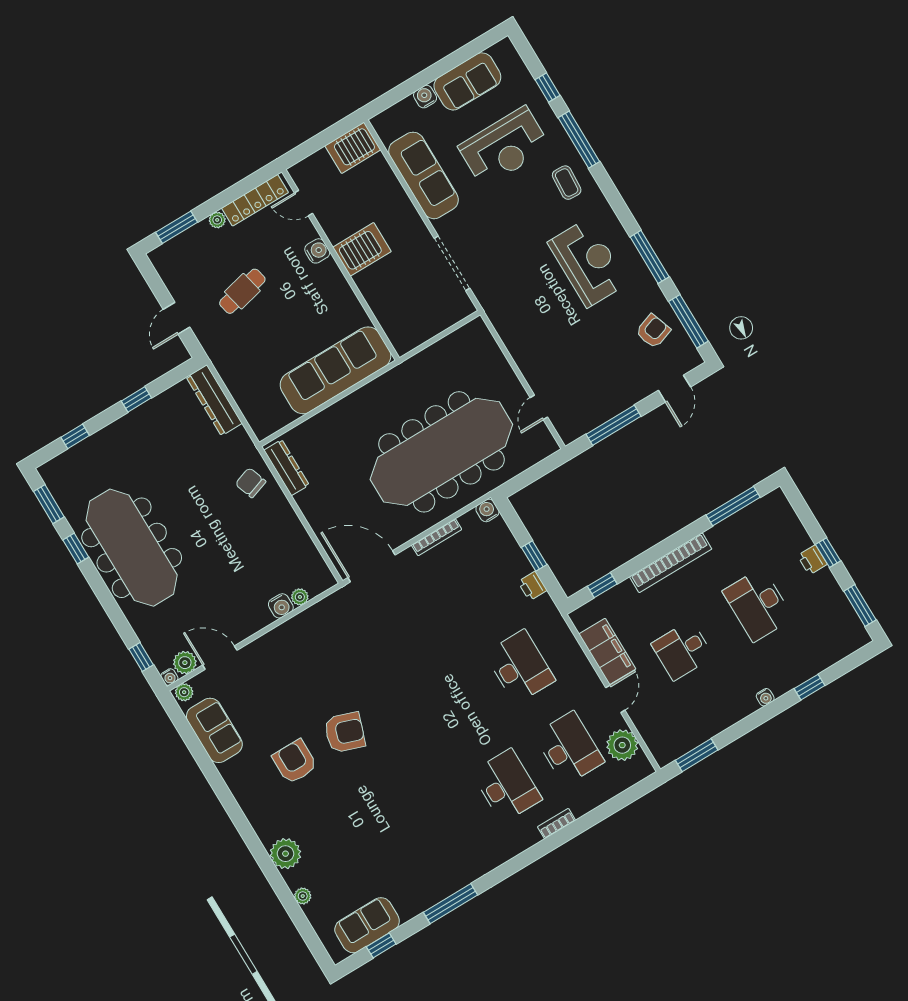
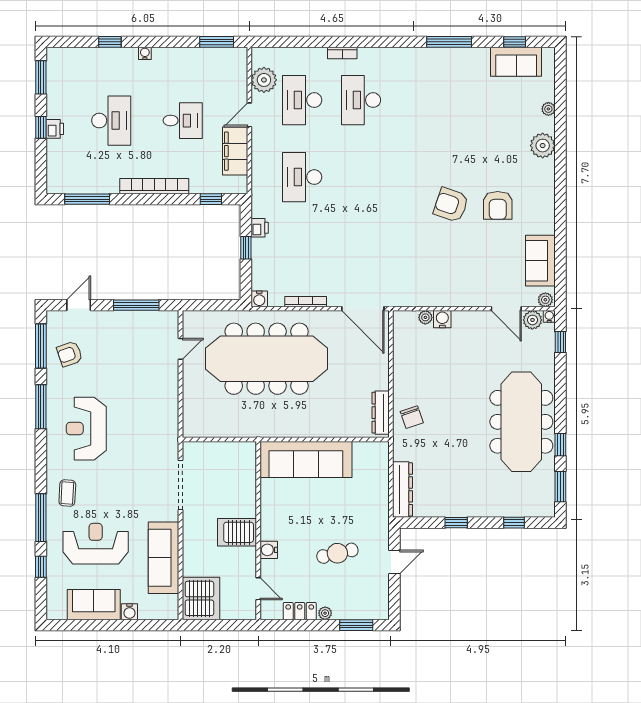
server rack: (353, 148) -> (201, 598), width x1.60
locker: (255, 200) -> (300, 611), width x0.66

